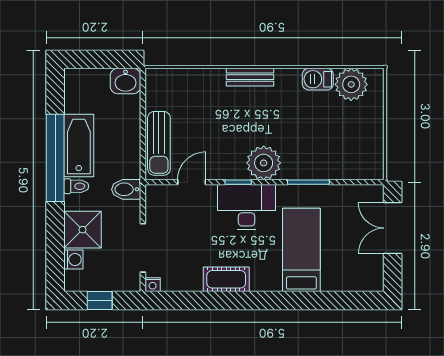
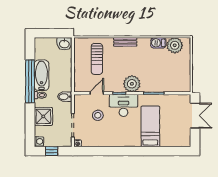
sun lounger: (159, 143) -> (97, 59), moved
stool: (194, 227) -> (98, 115), added
double door: (393, 228) -> (195, 116), swing flipped
washing machine: (73, 259) -> (39, 141), moved
cot: (226, 279) -> (114, 141), removed

